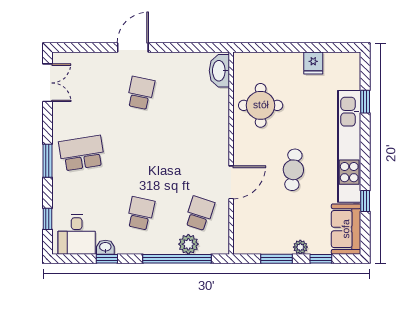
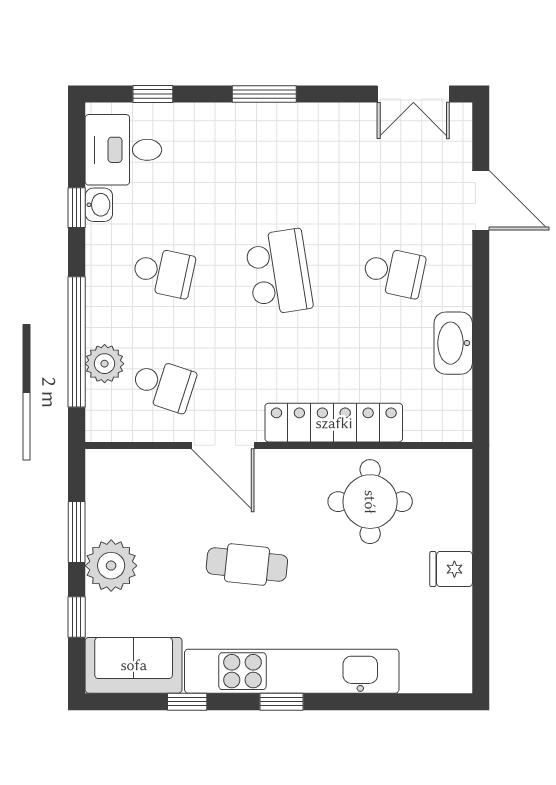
door: (133, 48) -> (481, 200), moved
fridge: (313, 63) -> (451, 569), moved
washbasin: (219, 71) -> (453, 343), moved, turned -90
window: (365, 102) -> (281, 702), moved
locker: (219, 124) -> (334, 423), added
school desk: (82, 153) -> (279, 272), moved
plant: (300, 247) -> (111, 566), width x1.88, depth x1.88

